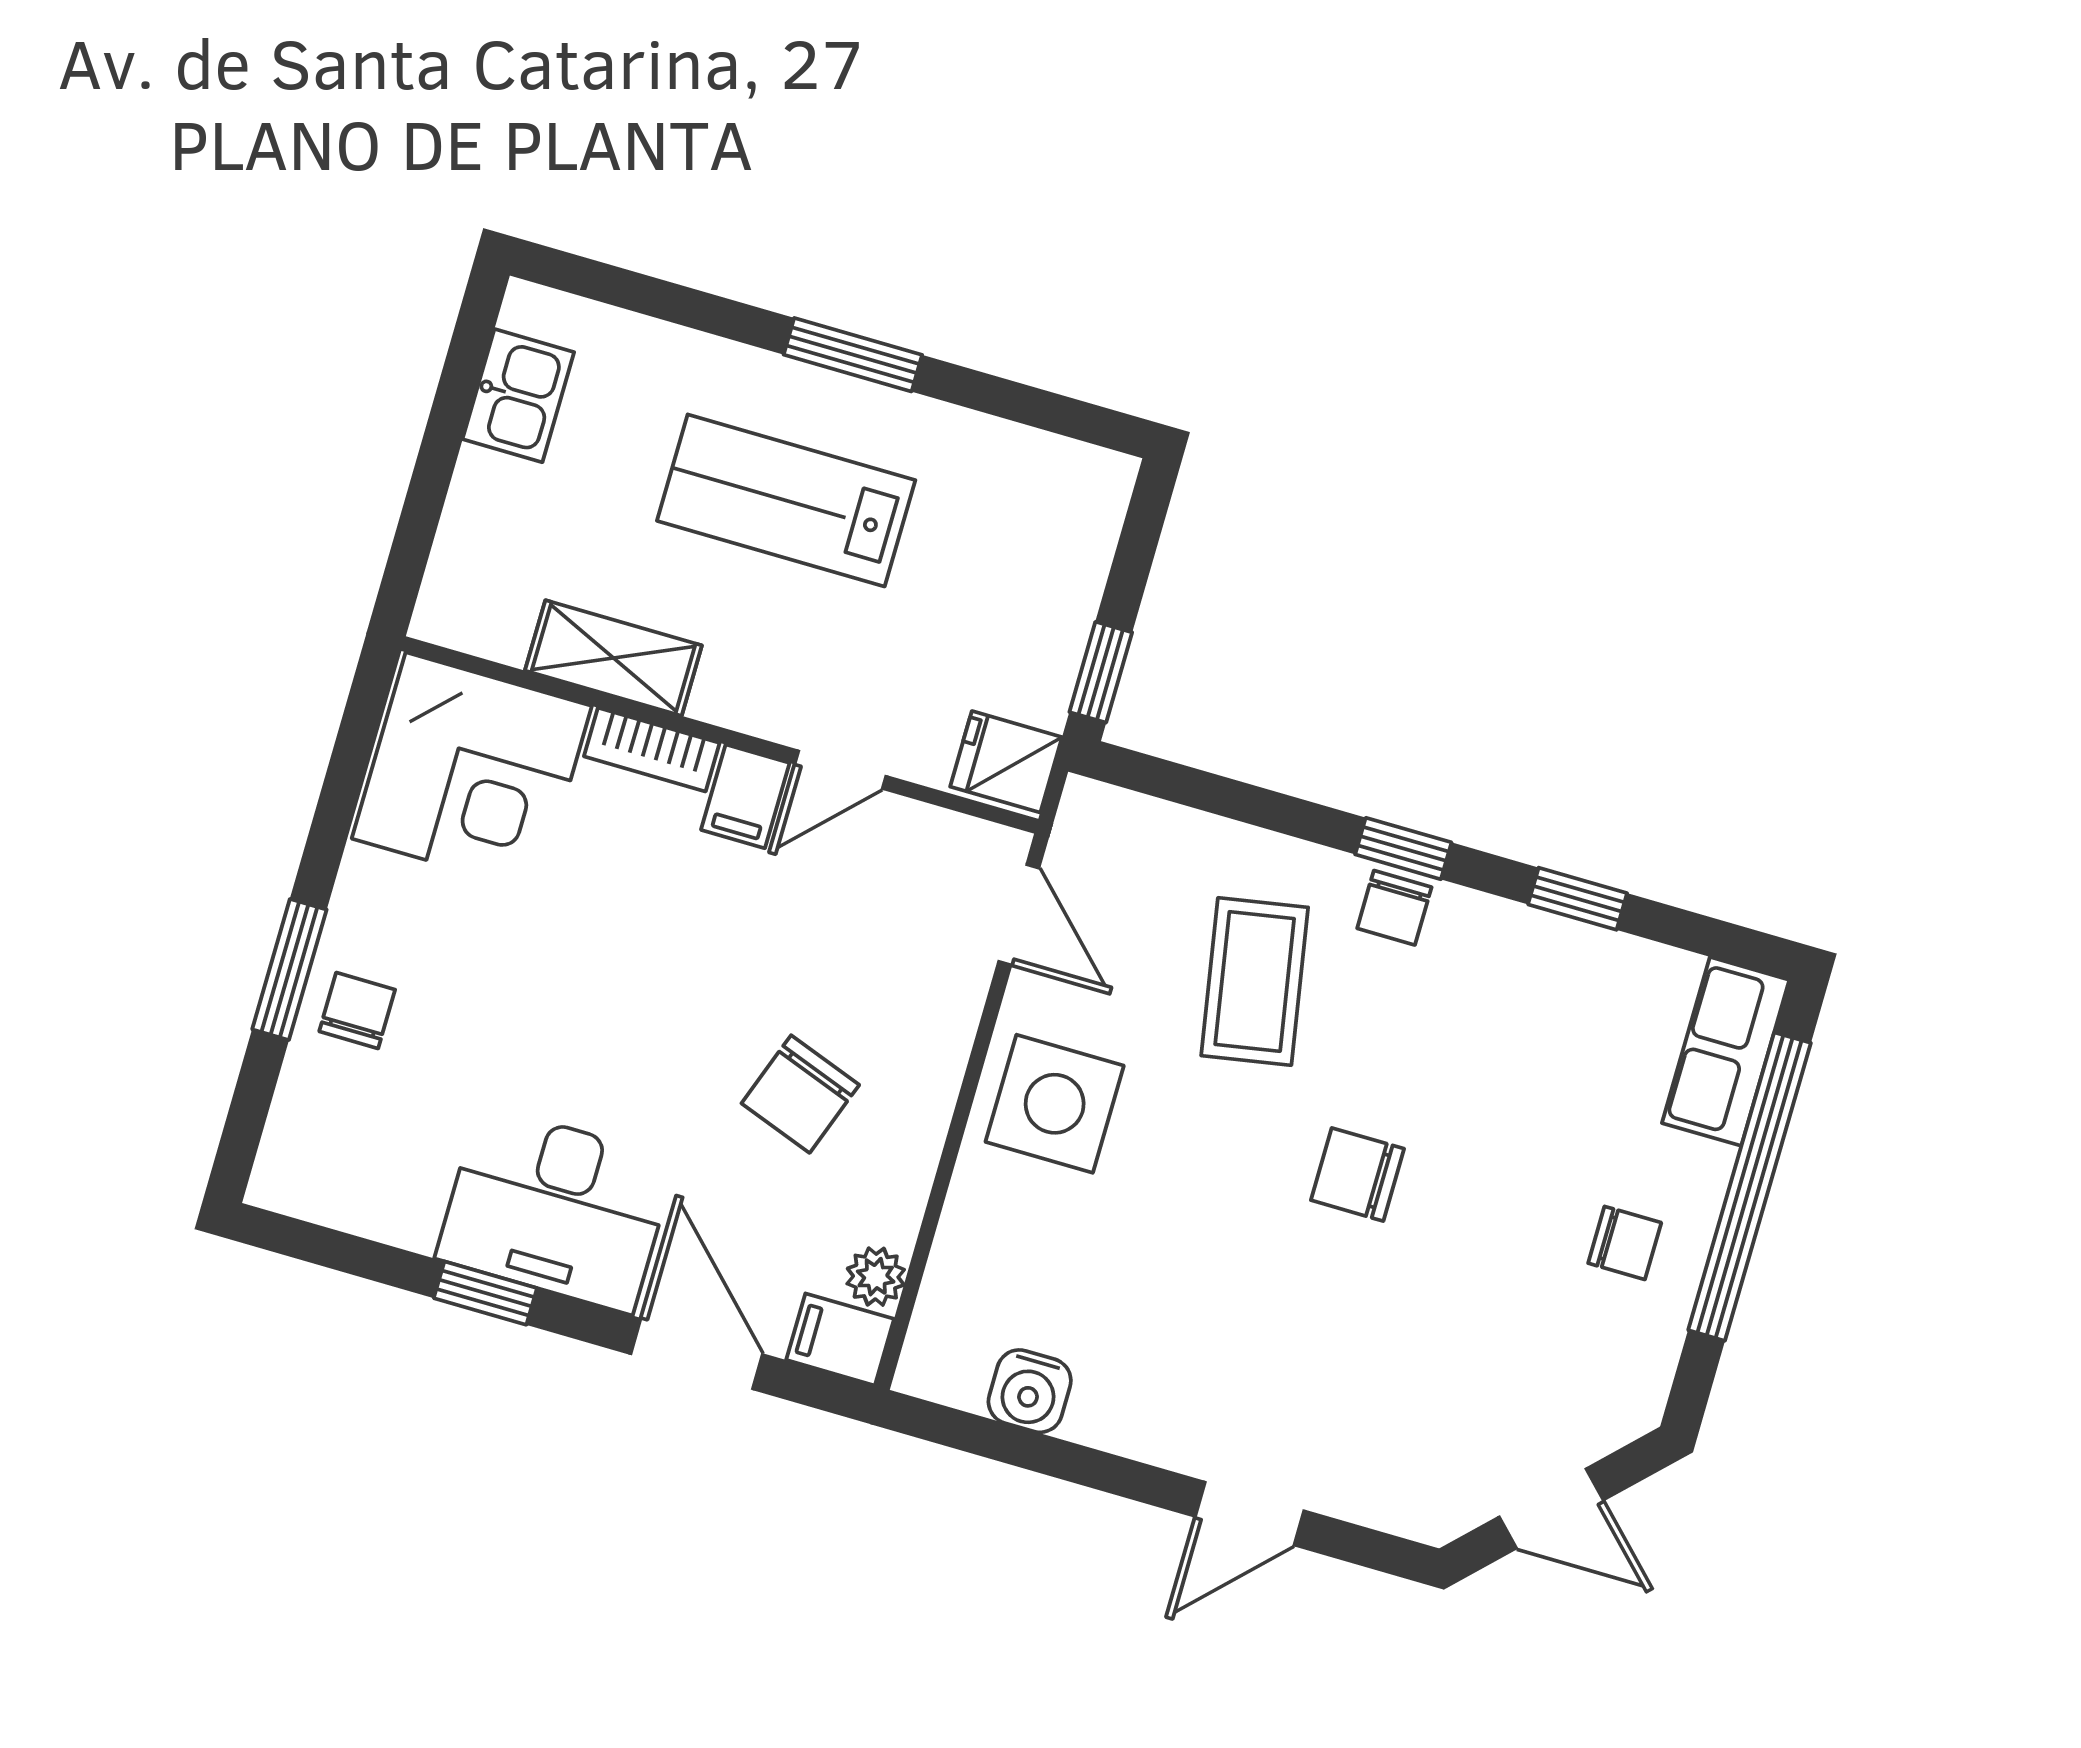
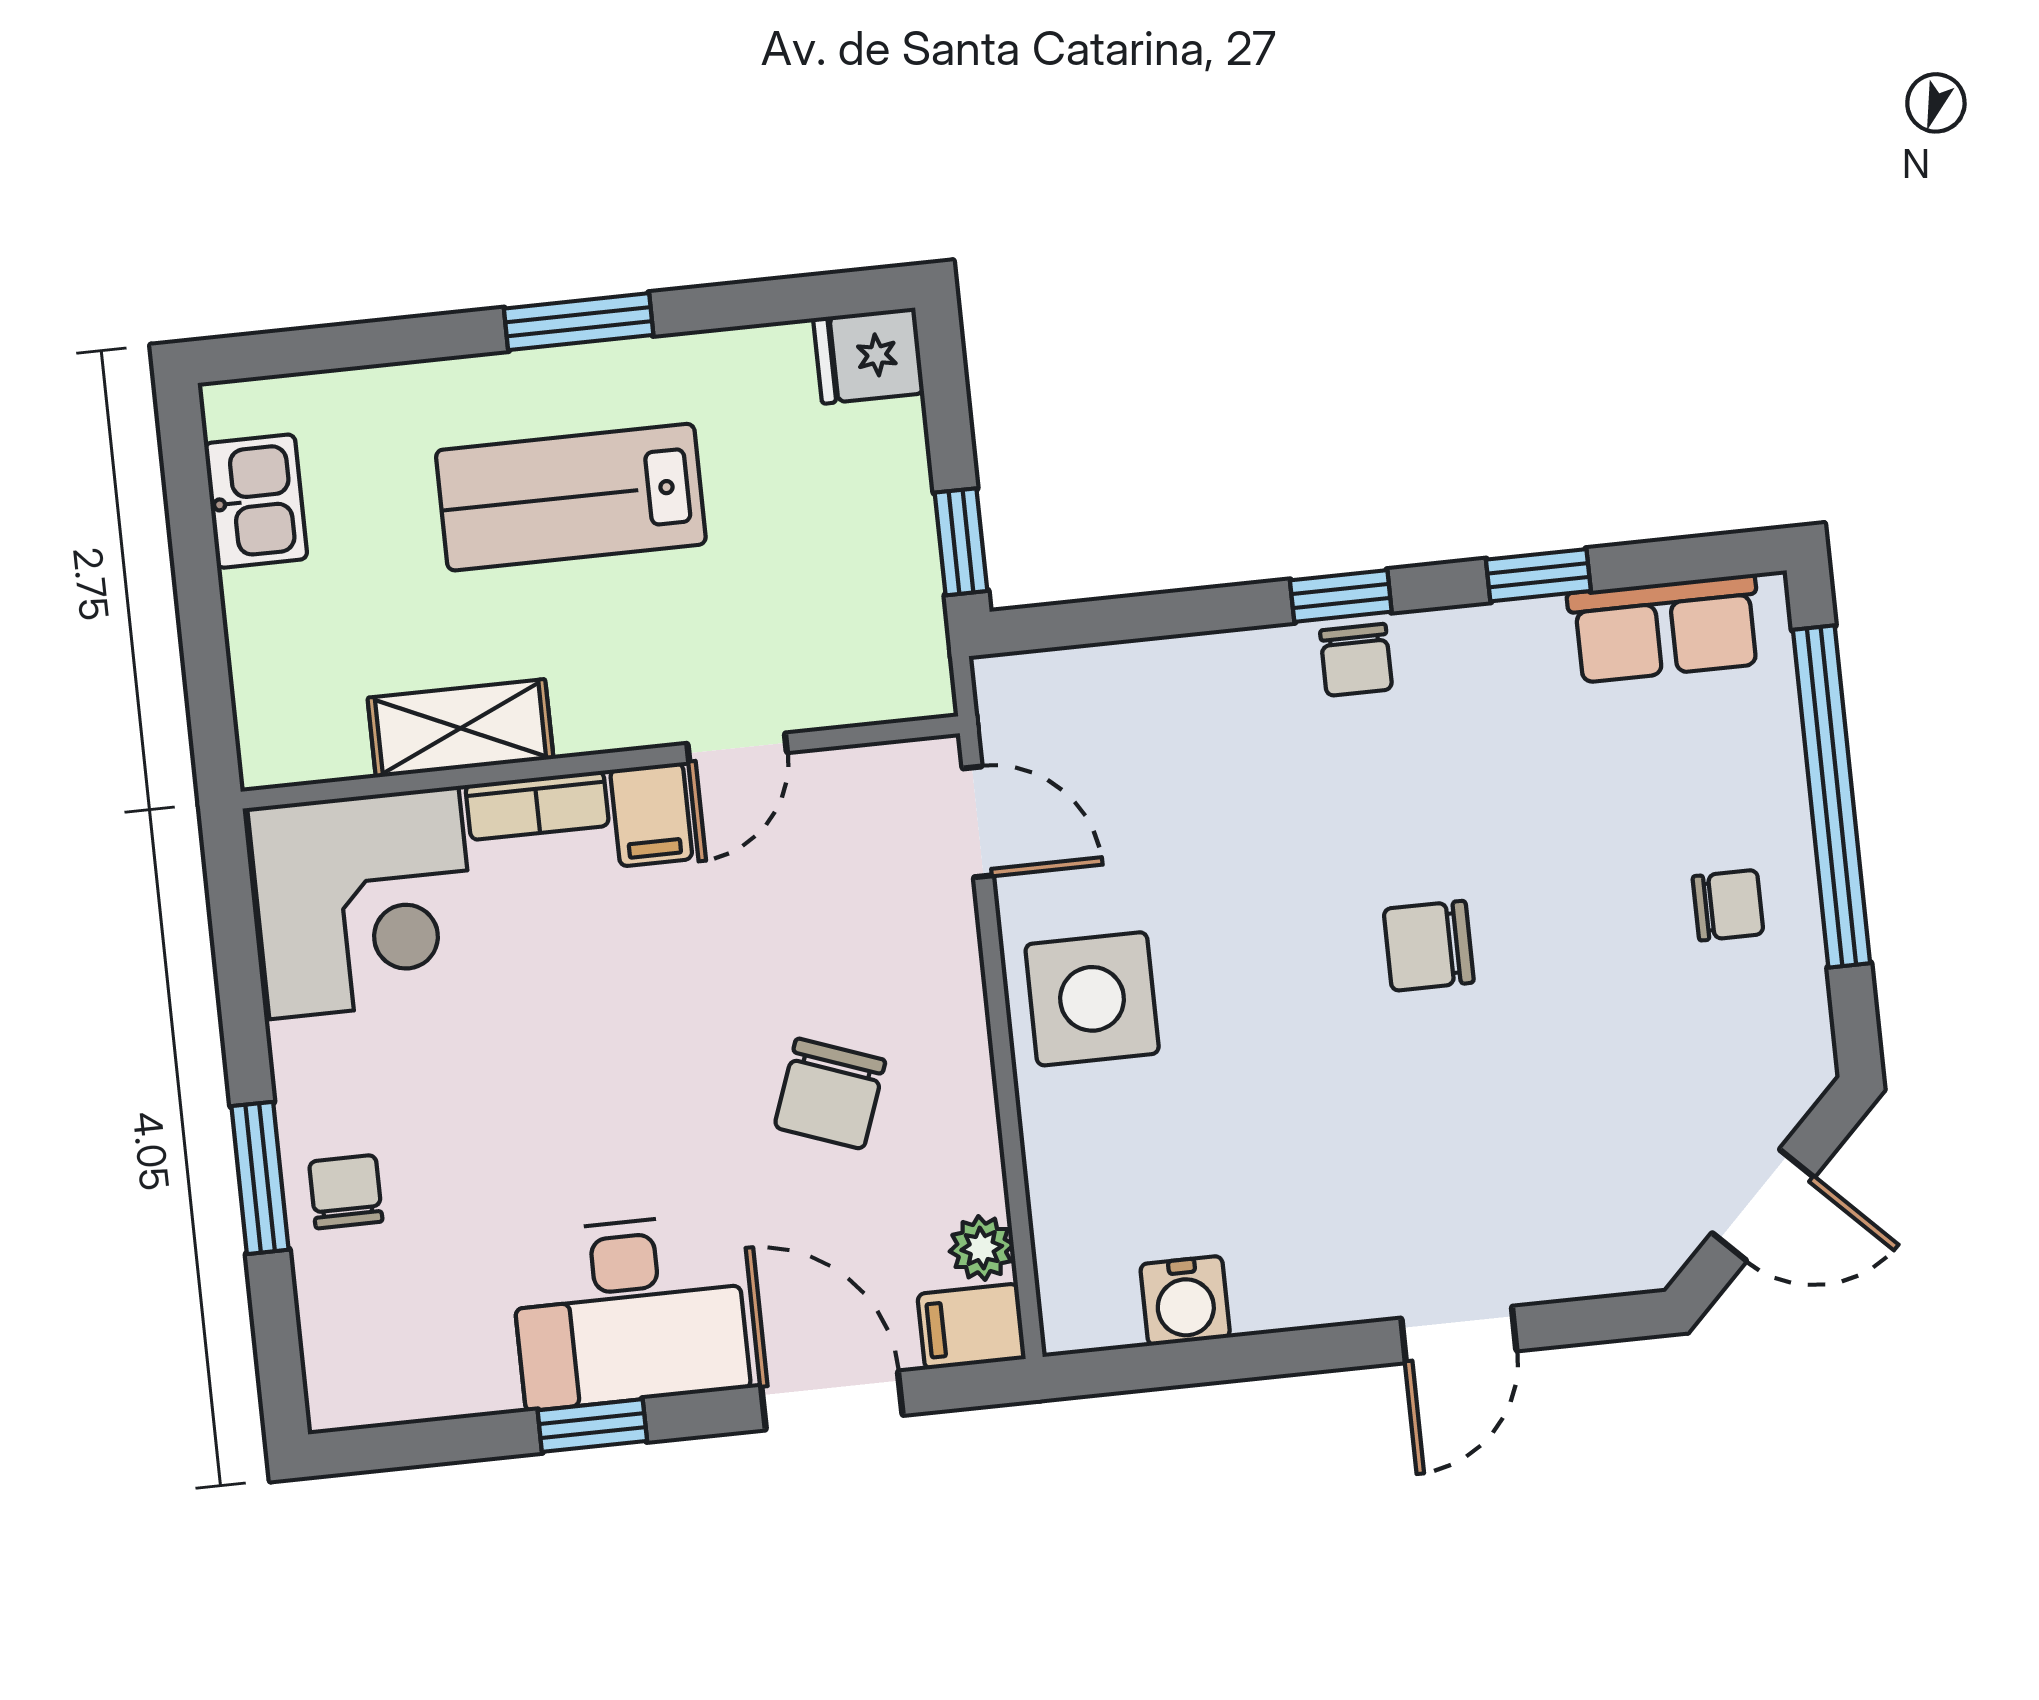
fridge: (1006, 762) -> (869, 356), moved
coffee table: (1255, 981) -> (1245, 792), removed
row of seats: (1726, 1051) -> (1665, 629), moved, turned -90

